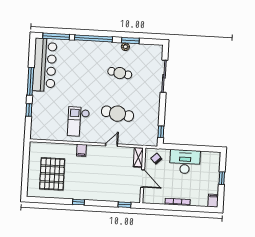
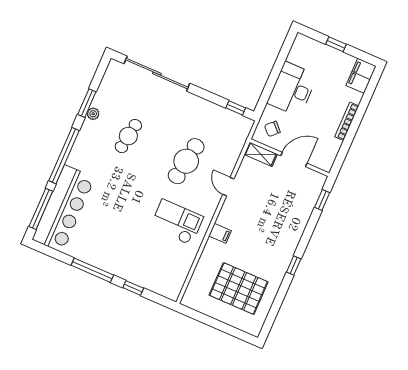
bar counter: (45, 65) -> (63, 209), moved, turned 90
sliding door: (164, 76) -> (157, 74), width x1.36
checkout: (78, 122) -> (177, 222), turned 180
filing cabinet: (213, 201) -> (361, 76), width x2.00

